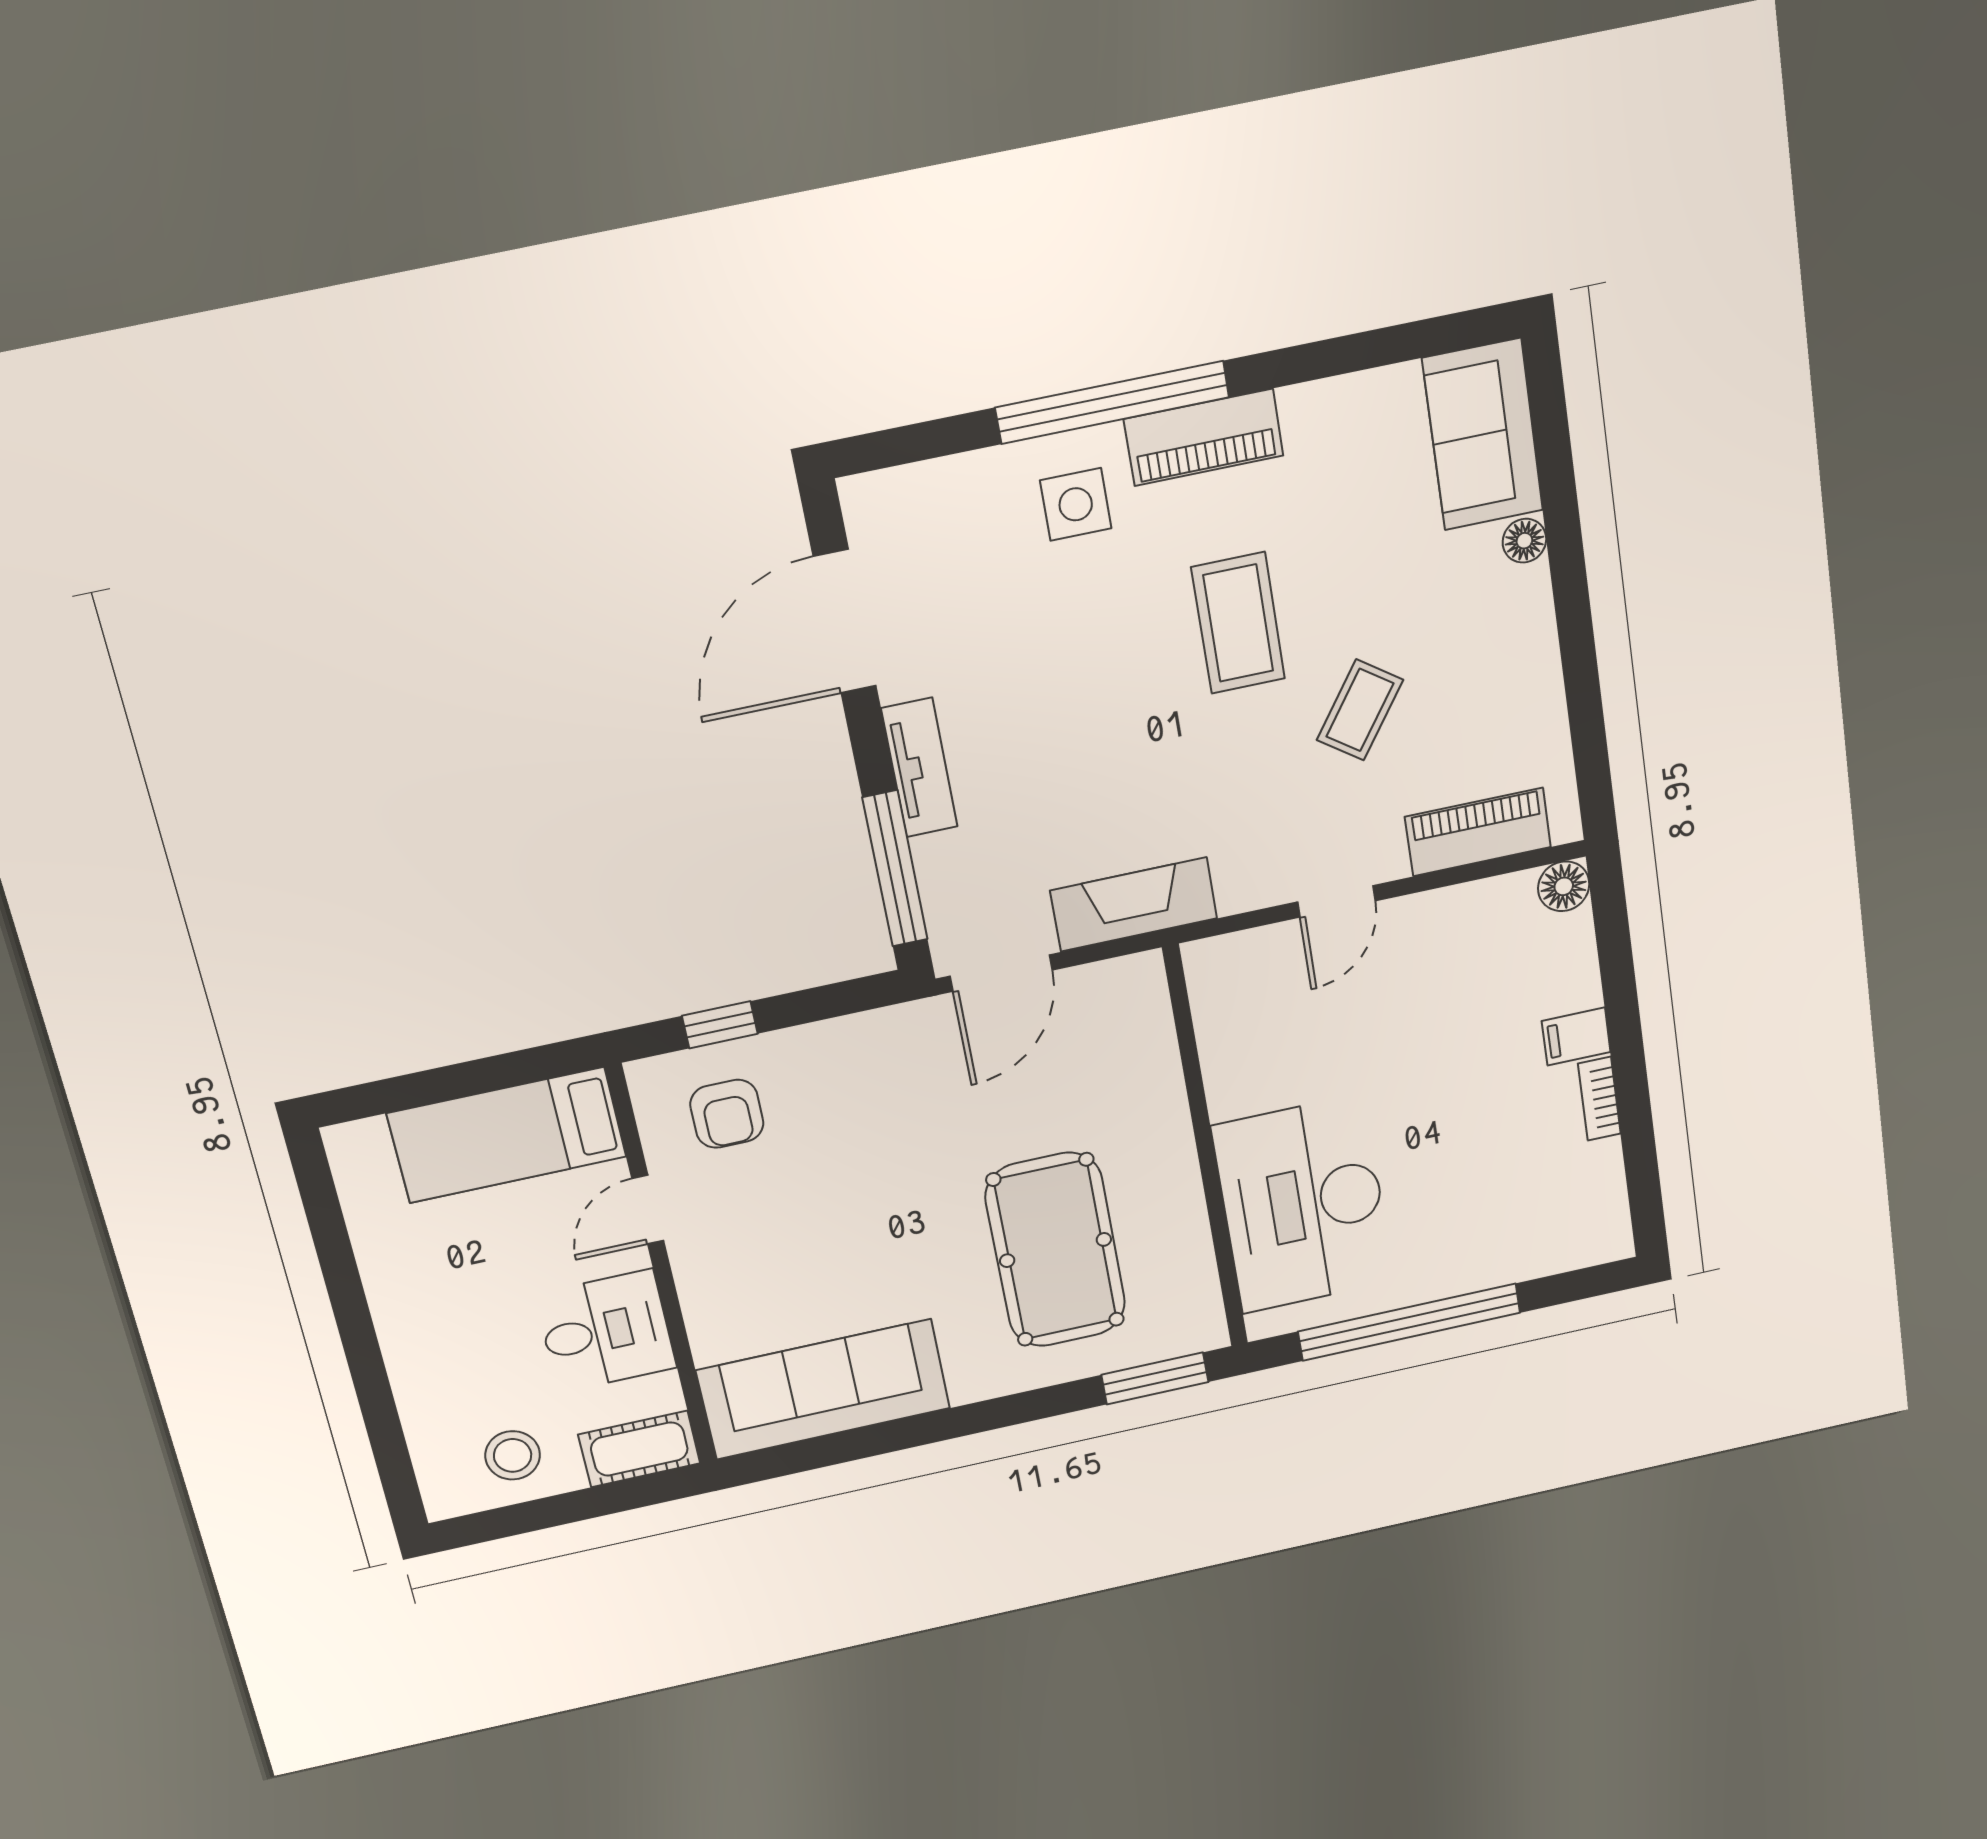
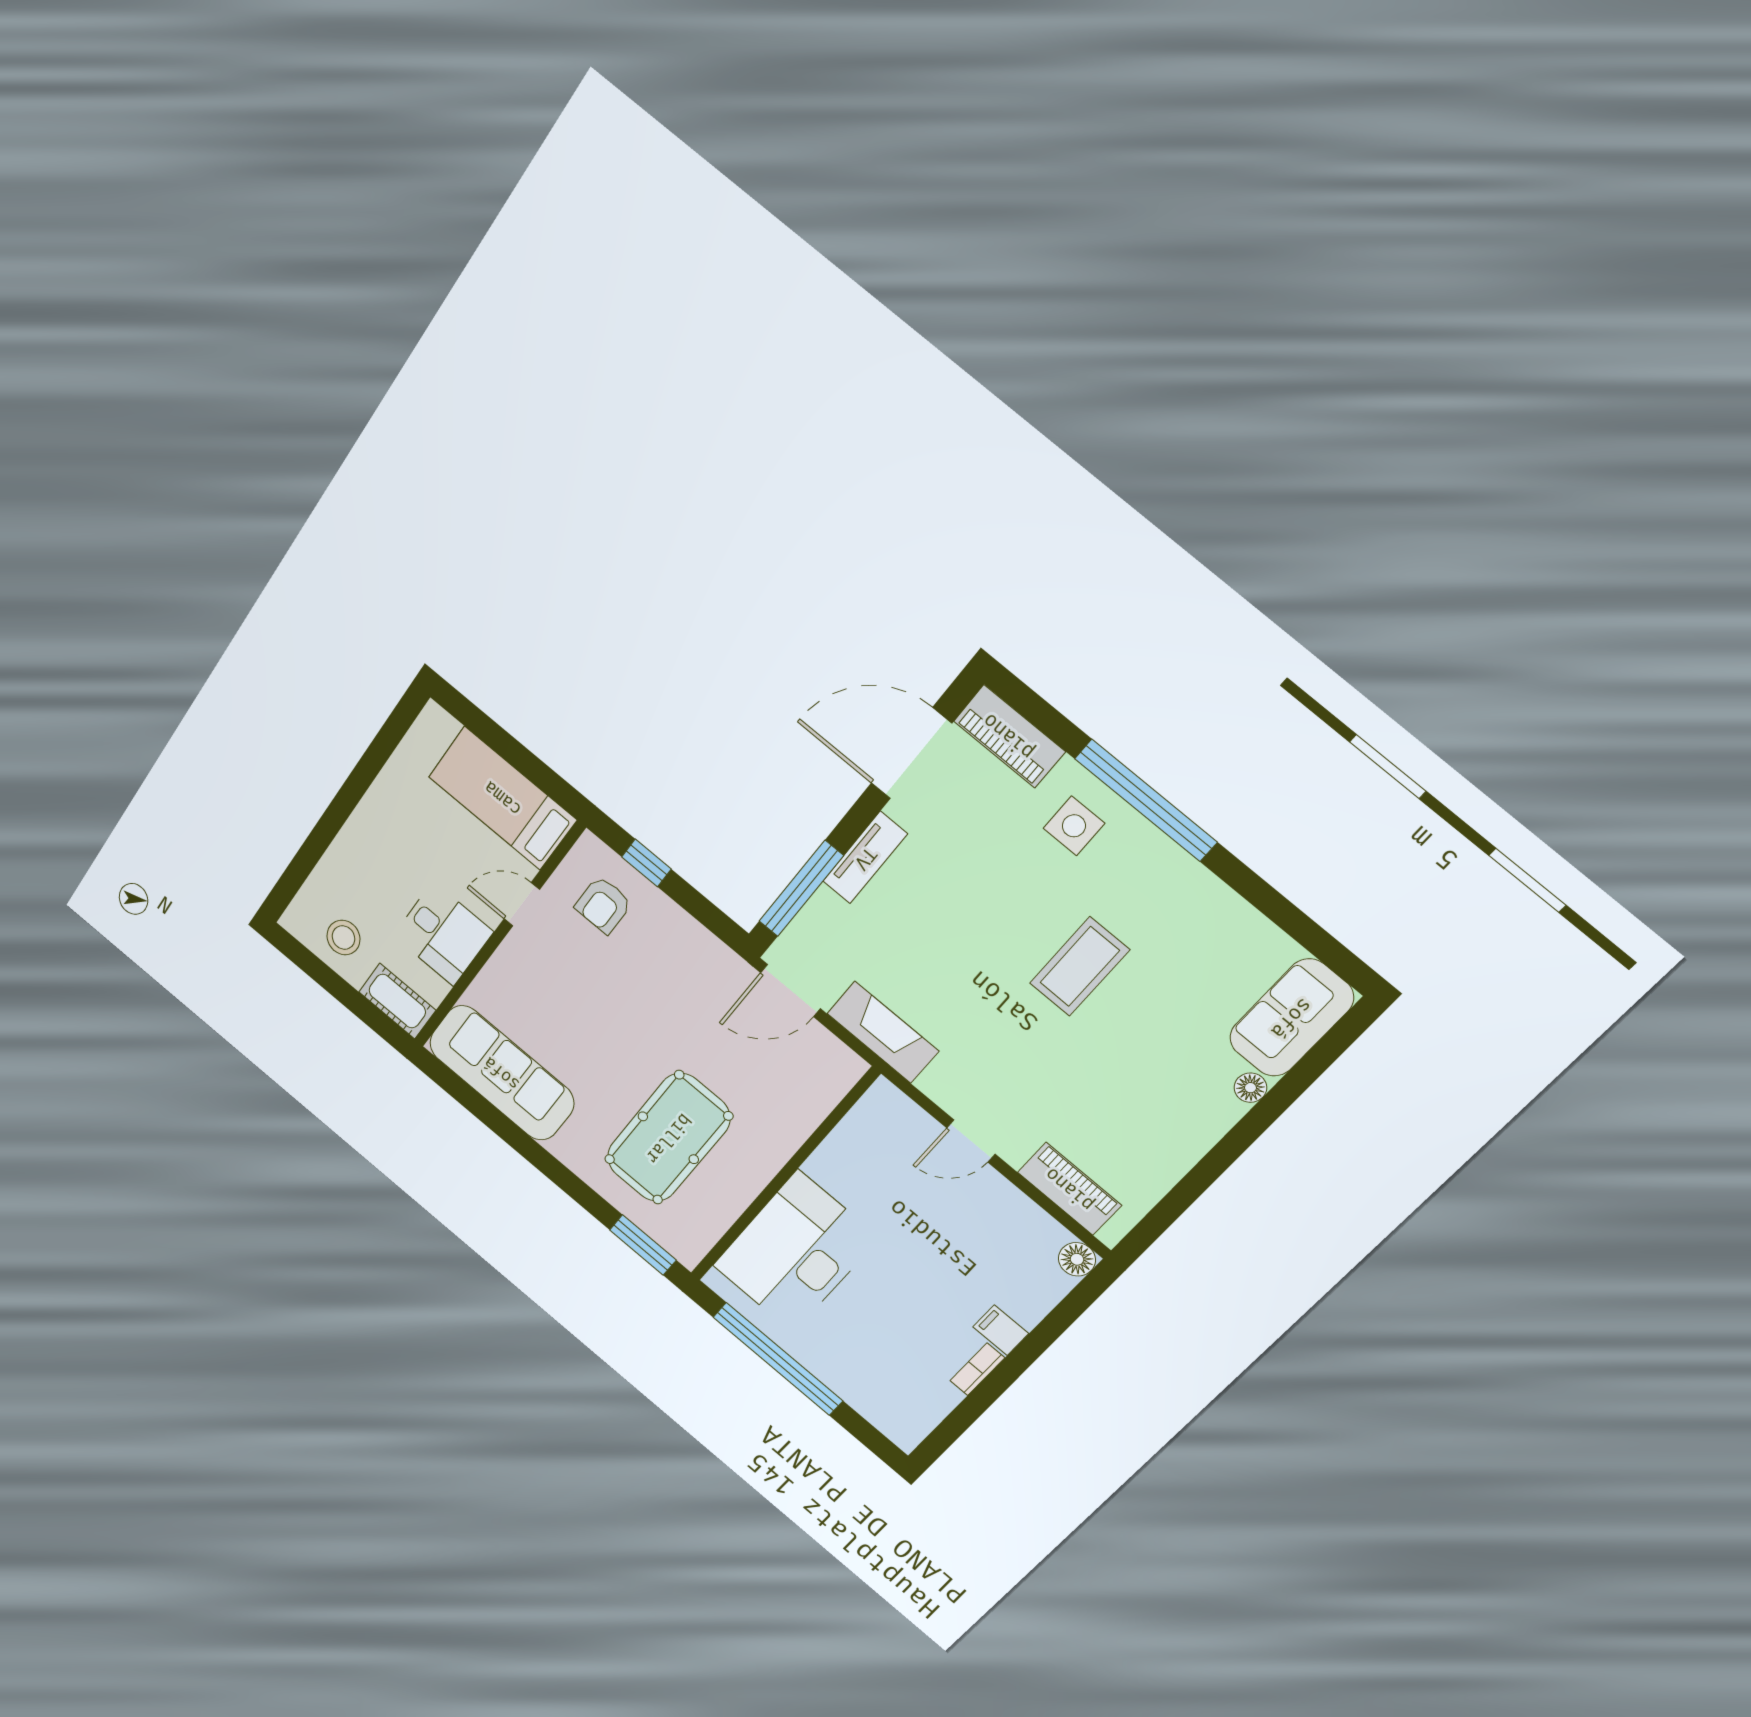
piano: (1204, 437) -> (1009, 736), moved
coffee table: (1360, 710) -> (1085, 1071), removed

